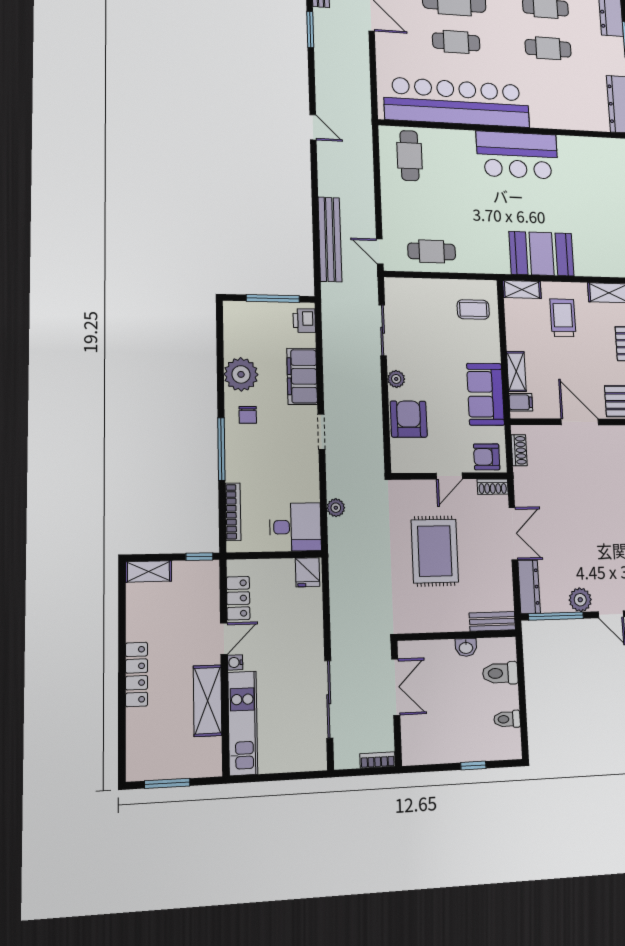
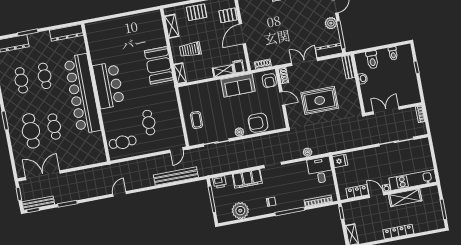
bar counter: (457, 102) -> (82, 94), moved
cafe table: (432, 251) -> (149, 123), moved
coffee table: (473, 309) -> (196, 120), moved
plant: (241, 374) -> (240, 211), moved

